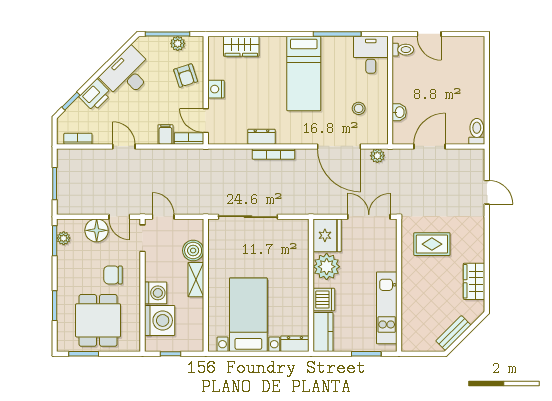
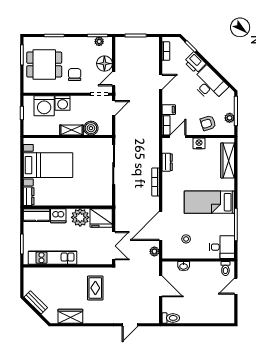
wardrobe: (241, 46) -> (228, 160), width x1.50
dresser: (261, 137) -> (167, 162), moved

